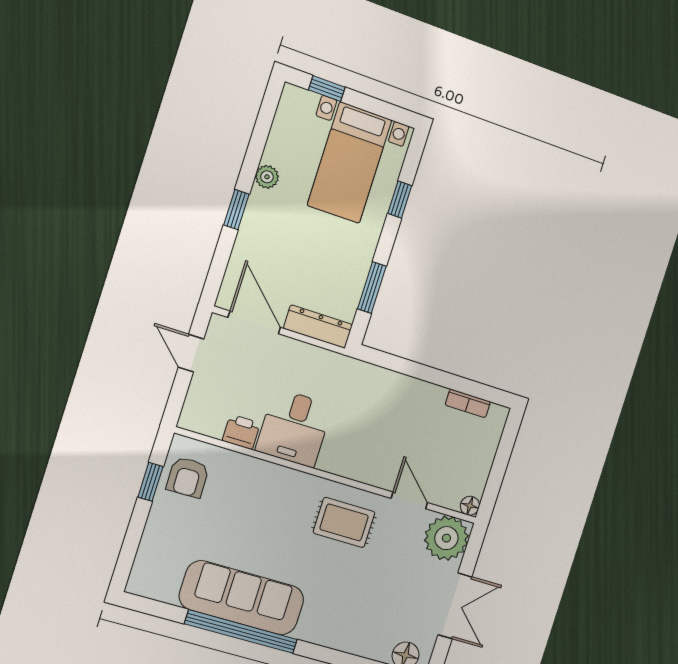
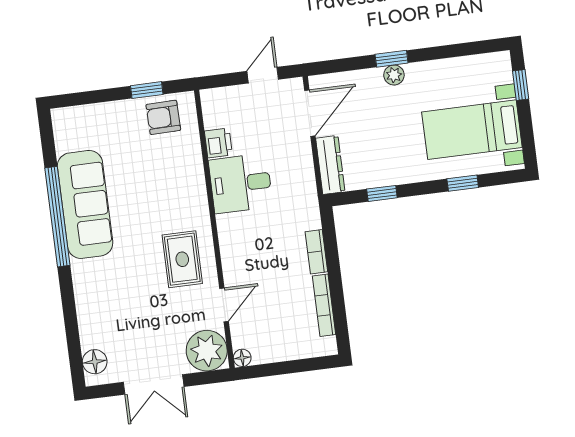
plant: (267, 177) -> (394, 75), moved
window: (372, 287) -> (382, 193), width x0.67
bookcase: (400, 382) -> (316, 252), added
bookcase: (468, 403) -> (324, 305), width x1.56

